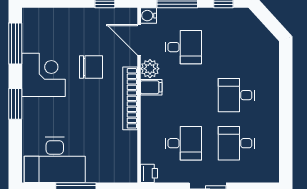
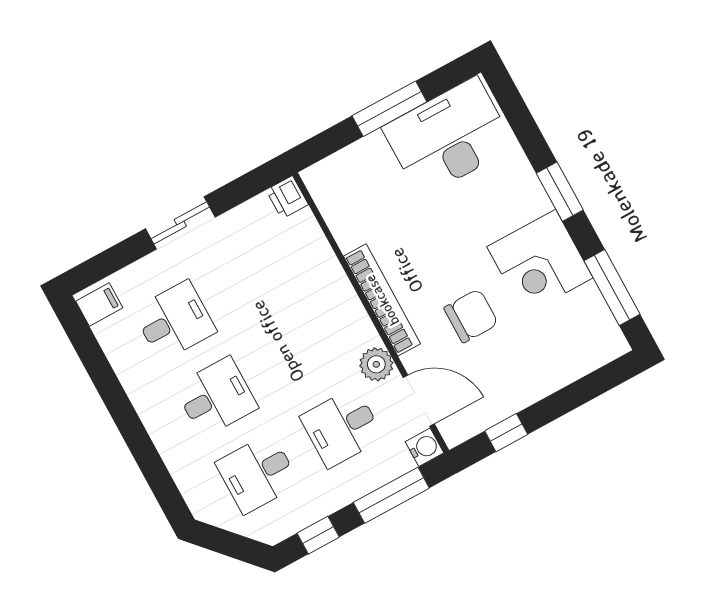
chair: (91, 67) -> (471, 316), turned 180
filing cabinet: (151, 87) -> (99, 304), moved, turned 180
desk: (183, 143) -> (258, 473), moved

